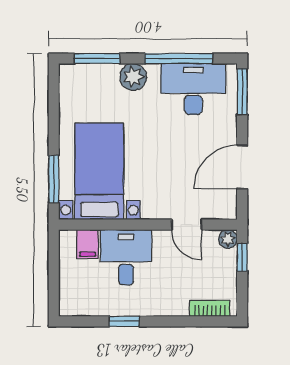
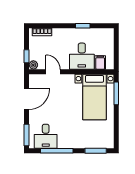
plant: (133, 77) -> (78, 142), removed
desk: (193, 89) -> (46, 136), width x0.73

